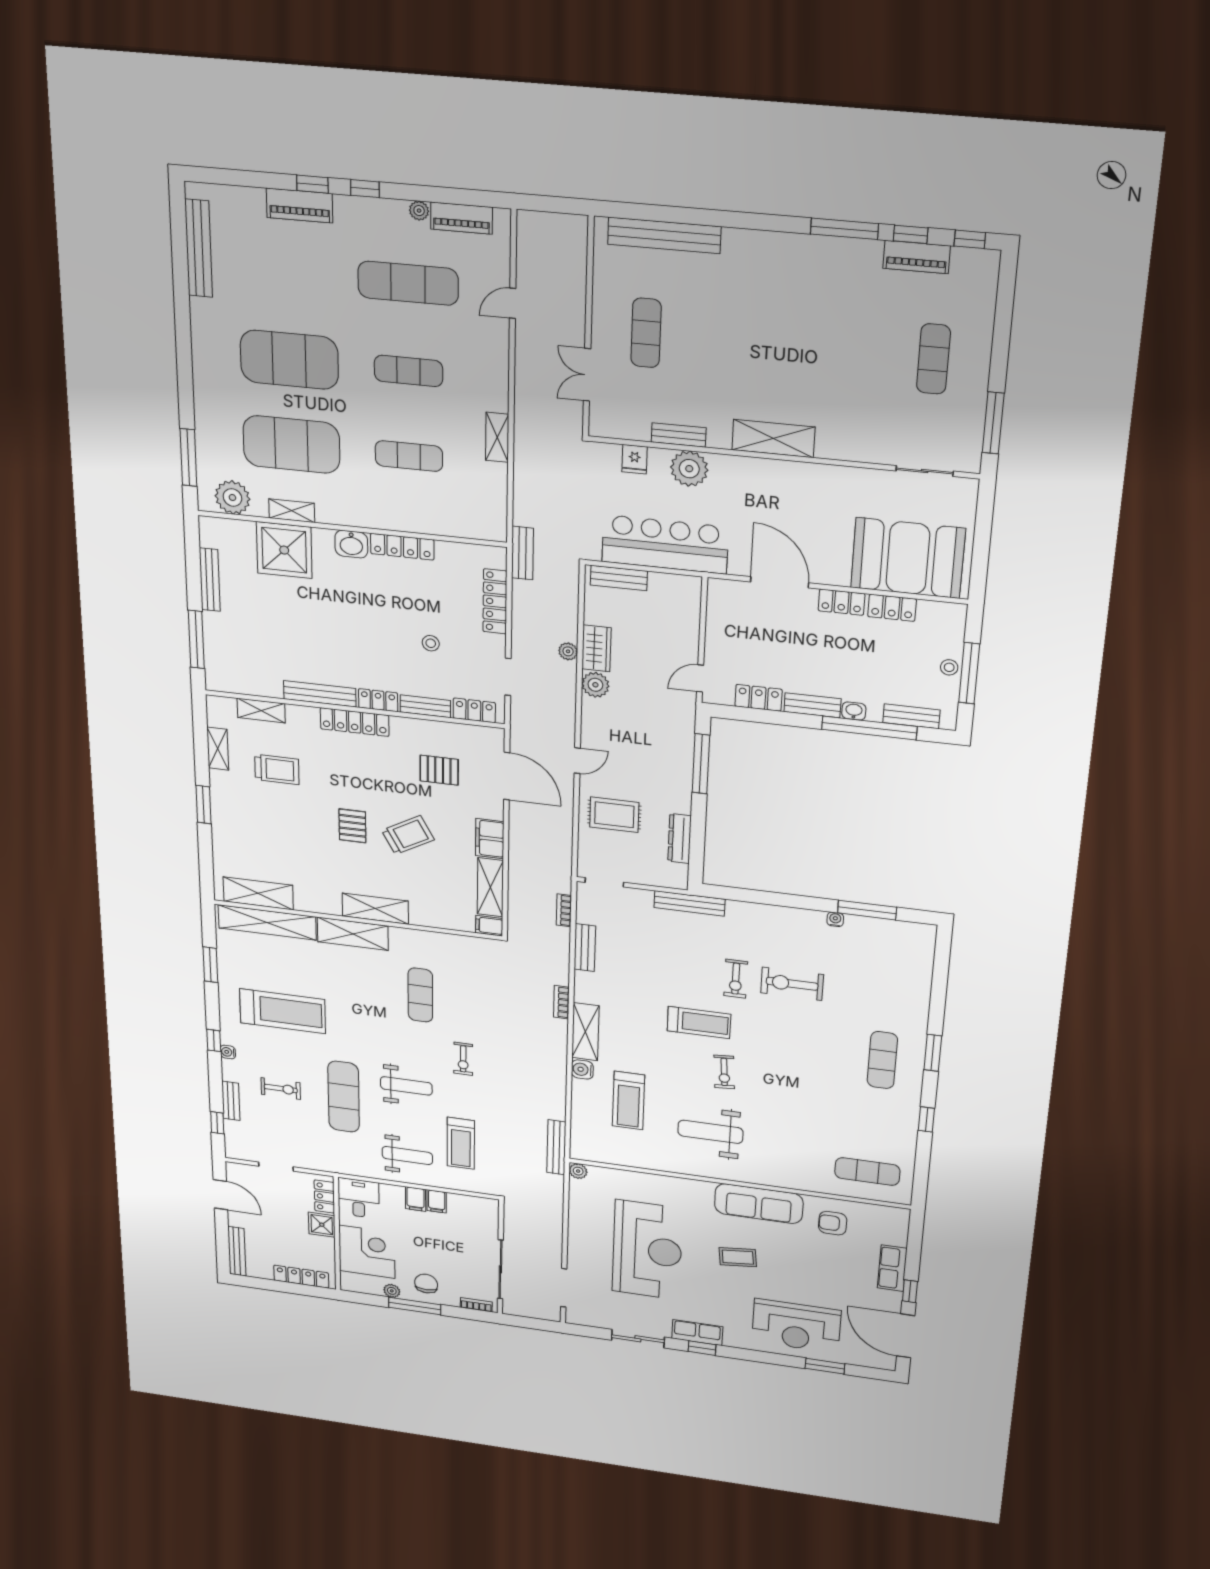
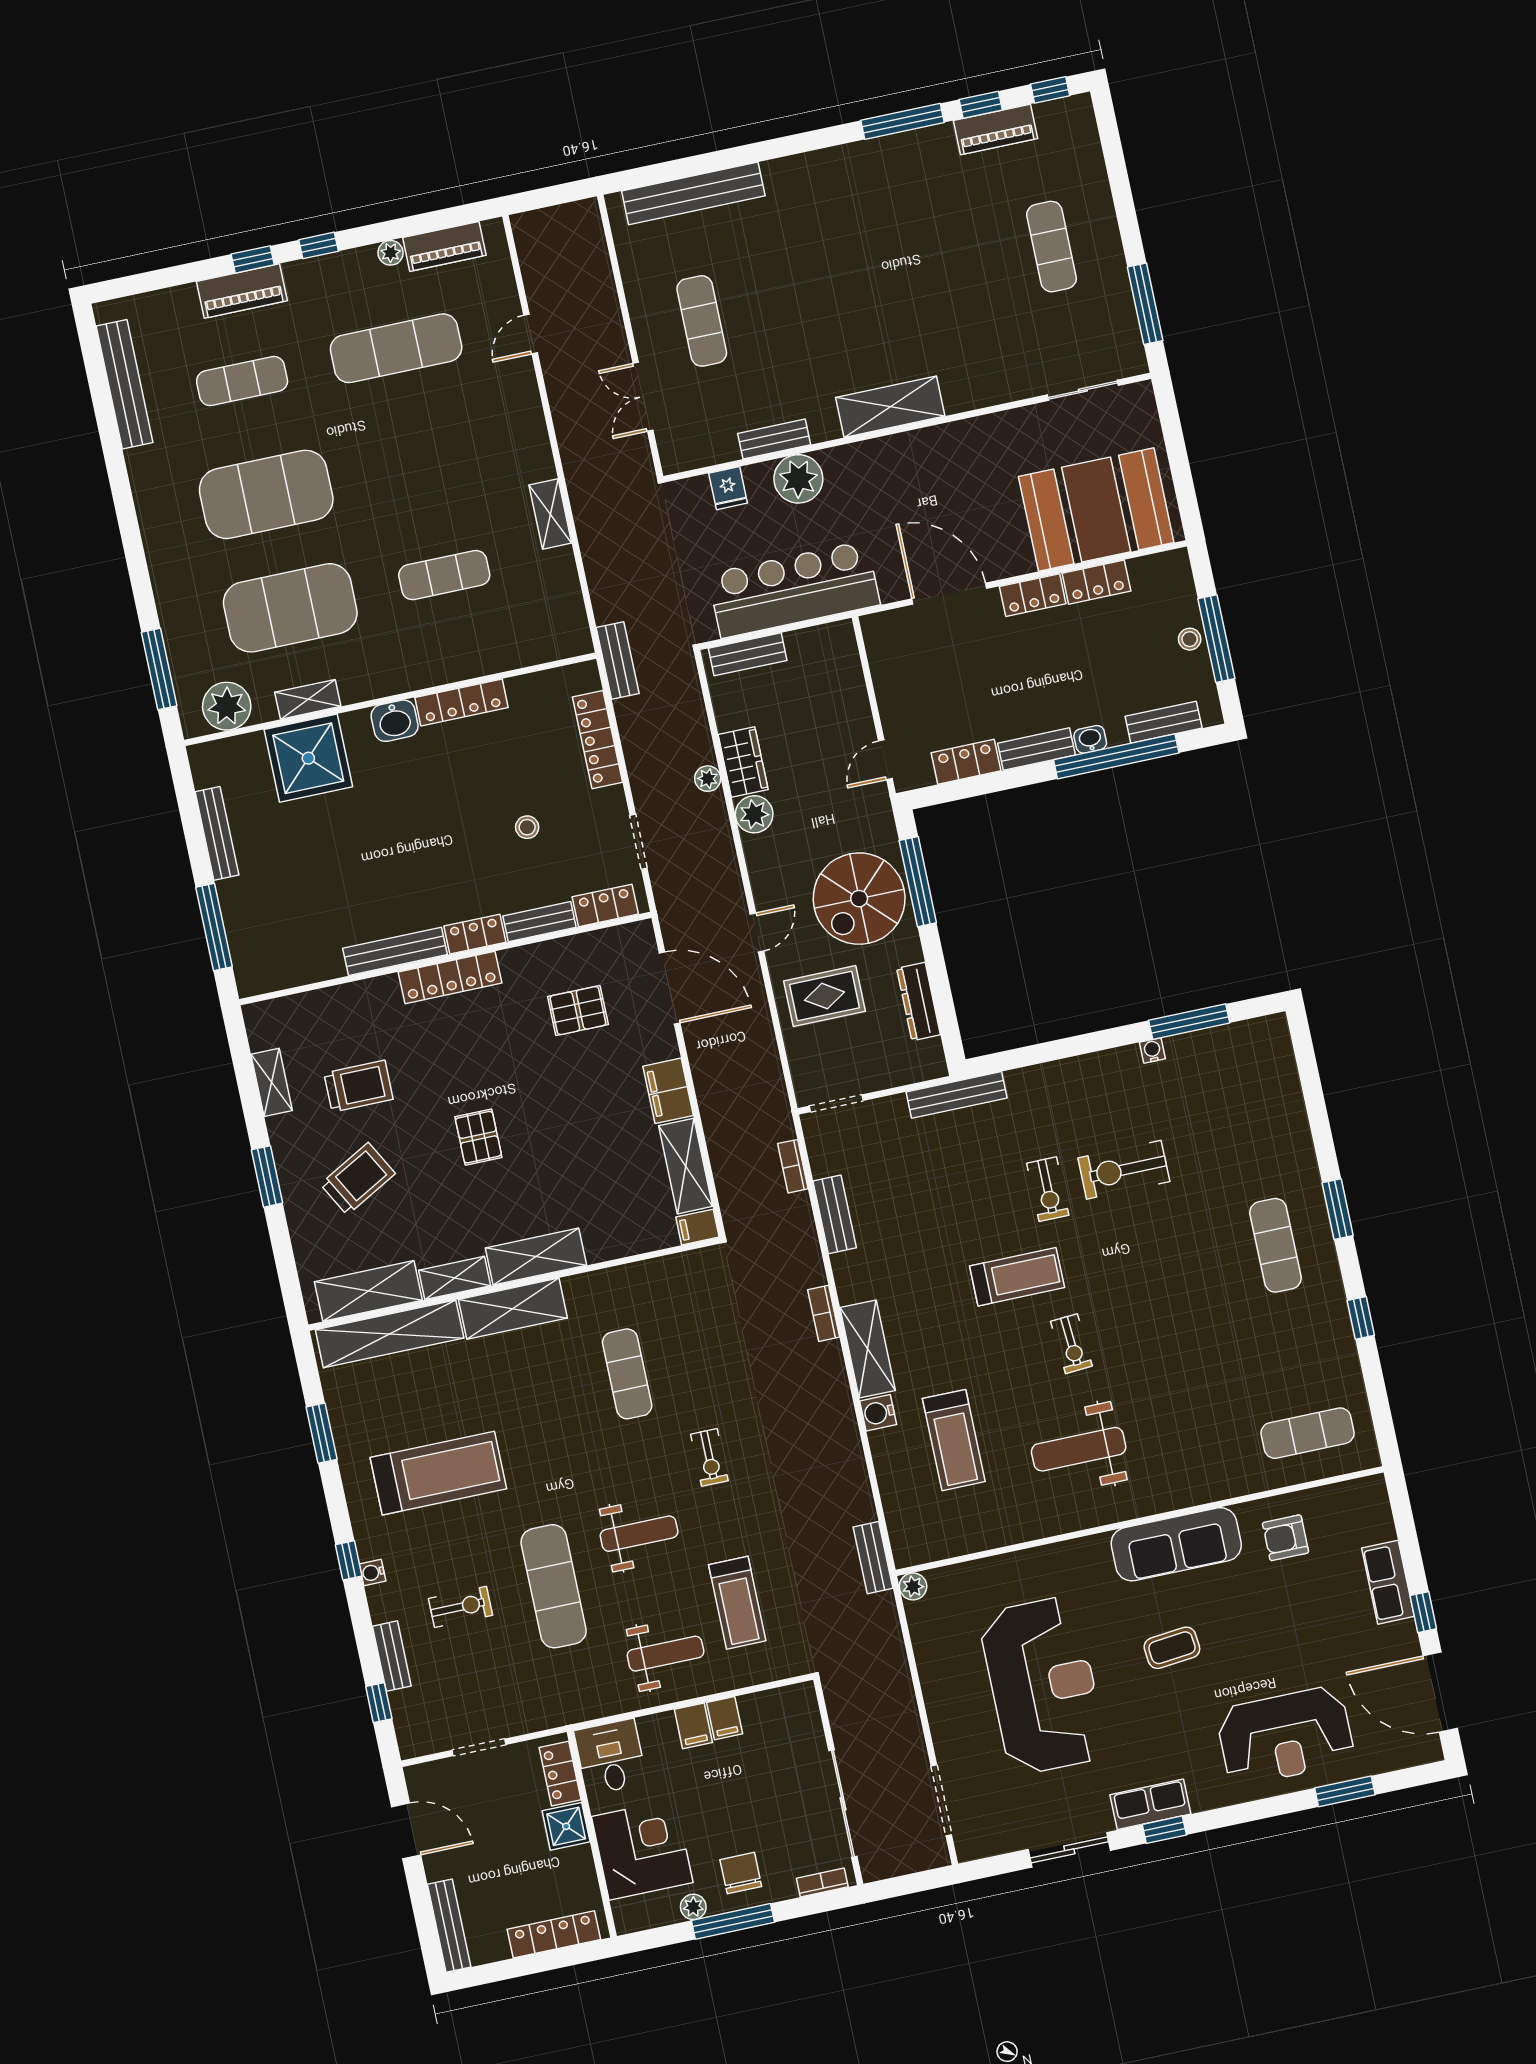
exercise mat: (408, 371) -> (242, 381), moved
shelving: (261, 711) -> (455, 1278), moved
spiral stairs: (656, 762) -> (859, 899), added
trolley: (408, 835) -> (358, 1179), moved
bench: (556, 1147) -> (873, 1558), width x0.73

